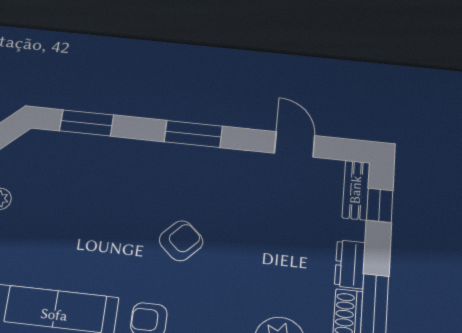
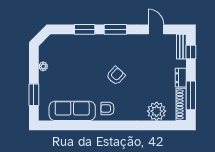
window: (87, 123) -> (85, 29), moved

